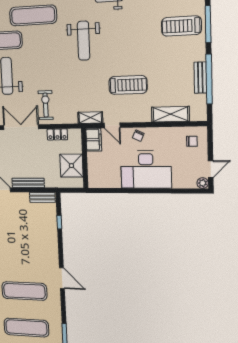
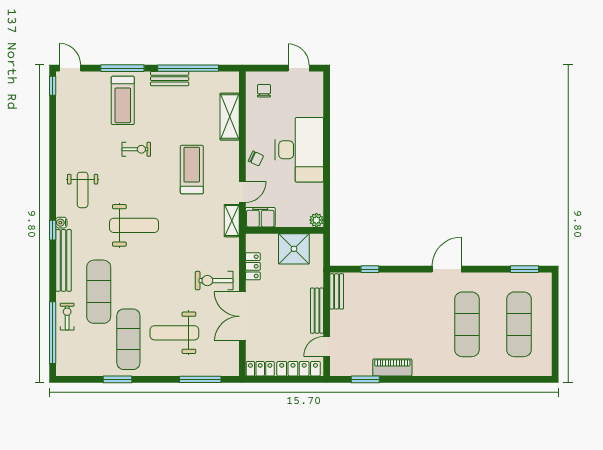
exercise bike: (142, 39) -> (136, 149), added
bench: (200, 78) -> (170, 79), moved
plant: (203, 183) -> (316, 220), moved

